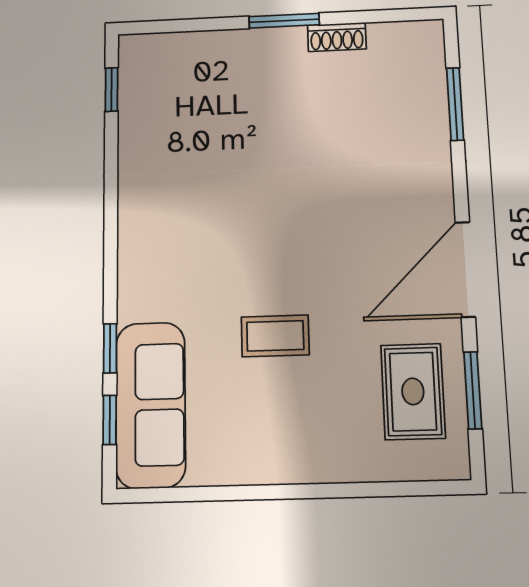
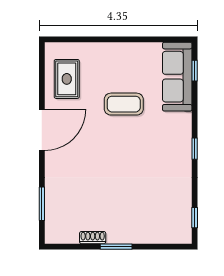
coffee table: (275, 336) -> (124, 104), width x1.36, depth x1.30
window: (110, 348) -> (195, 149), moved
window: (473, 390) -> (42, 79), removed

